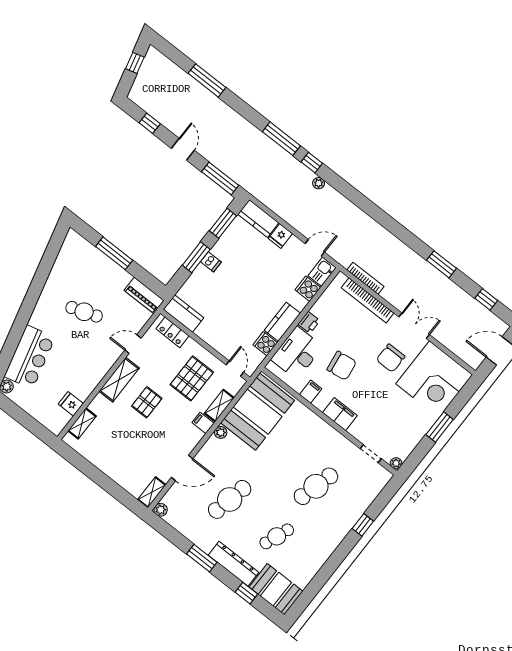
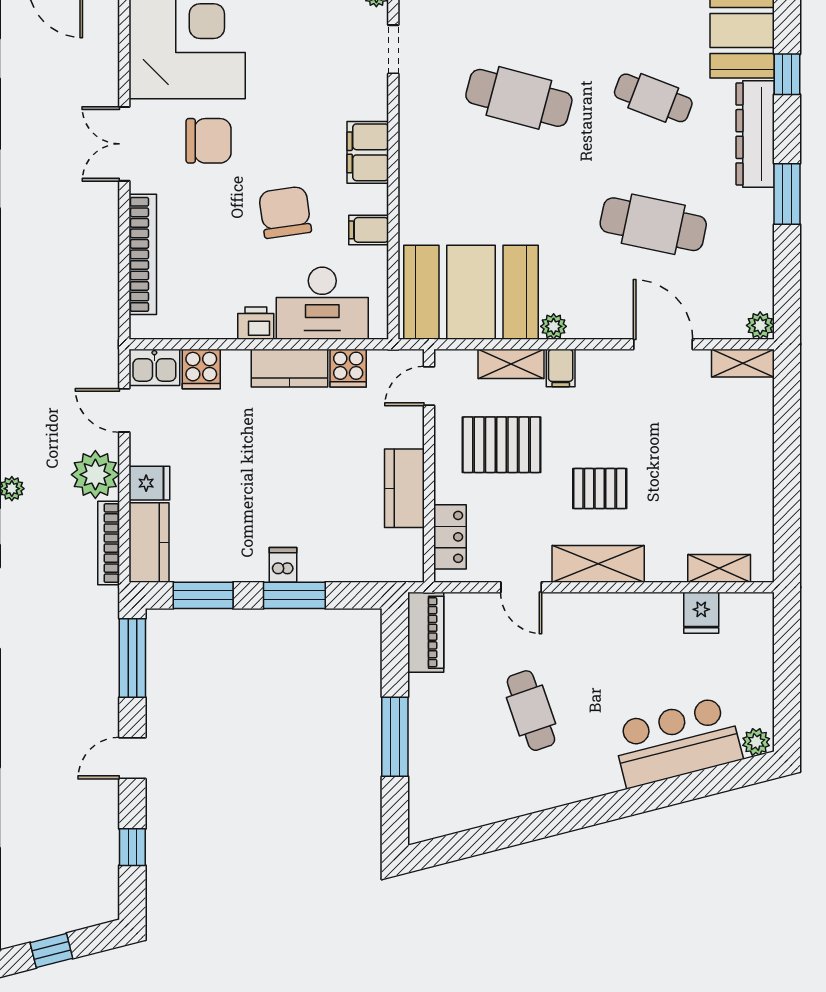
plant: (299, 218) -> (95, 475), added
bookcase: (365, 278) -> (109, 543), moved
kitchen counter: (184, 314) -> (404, 488), moved

